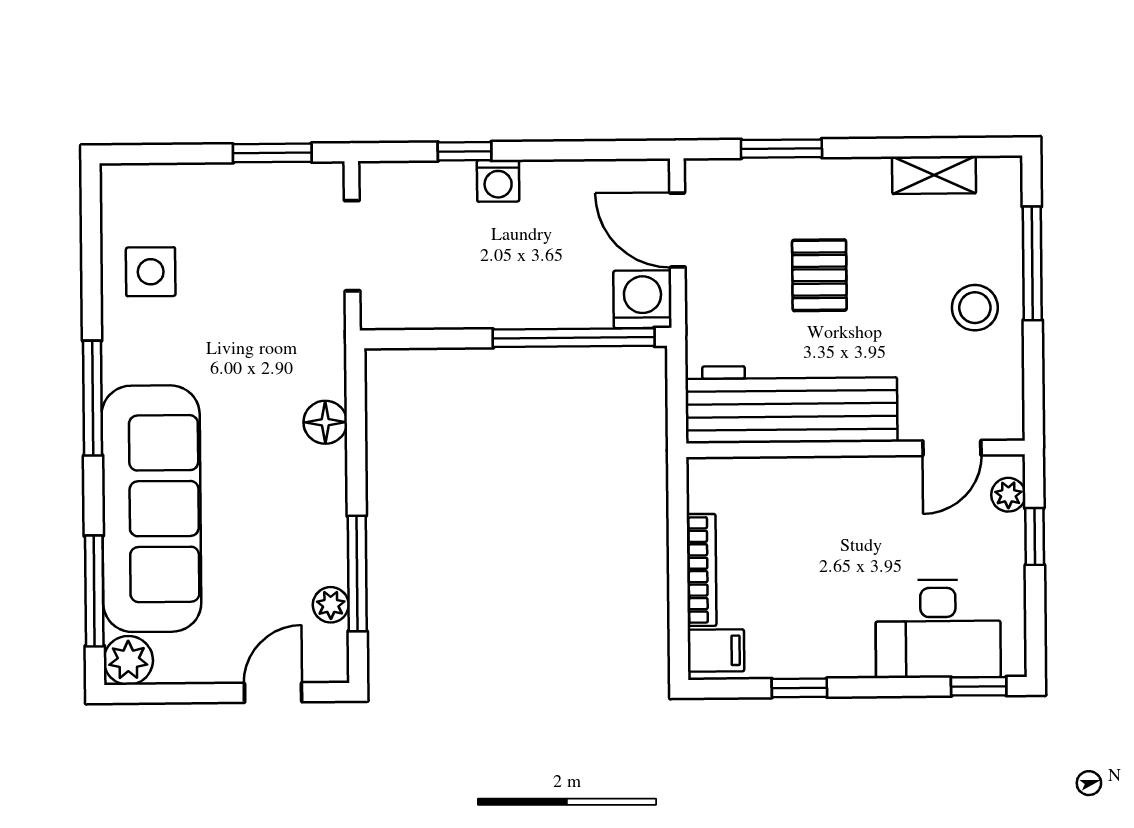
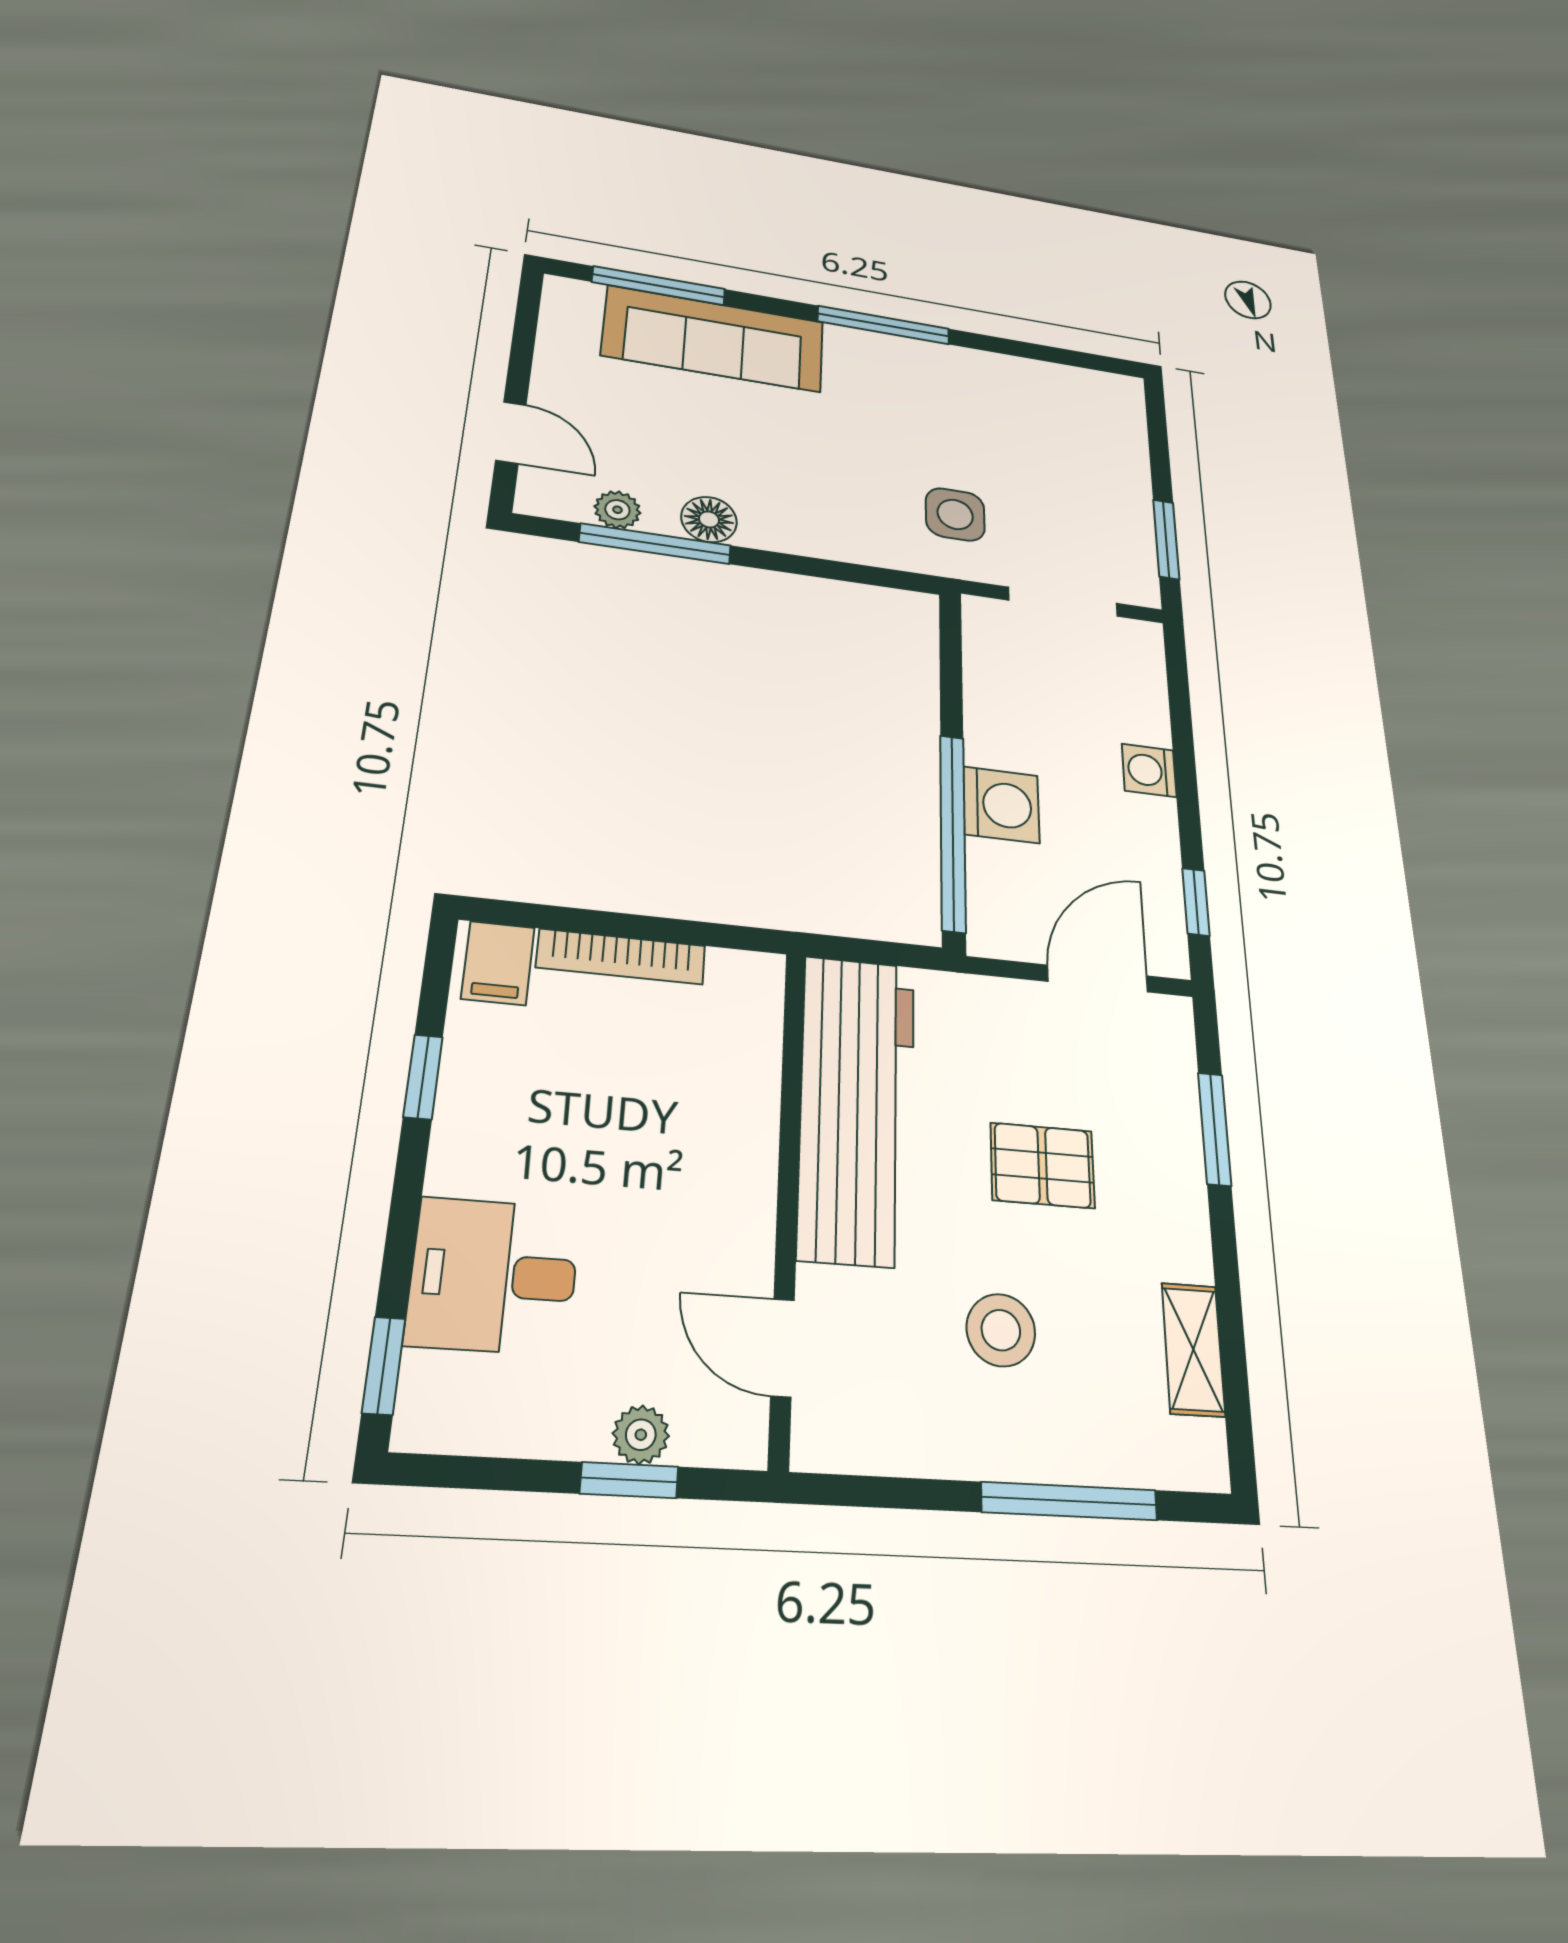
window: (465, 151) -> (1196, 902), moved
side table: (151, 272) -> (955, 514), moved
washing machine: (643, 299) -> (1001, 805), moved
stool: (975, 308) -> (1001, 1330), moved
floor lamp: (325, 422) -> (709, 519), moved
plant: (1008, 495) -> (641, 1435), moved
sofa: (151, 509) -> (714, 339), width x0.74, depth x0.79
desk: (938, 629) -> (494, 1276), width x0.73
plant: (128, 660) -> (571, 301), removed

